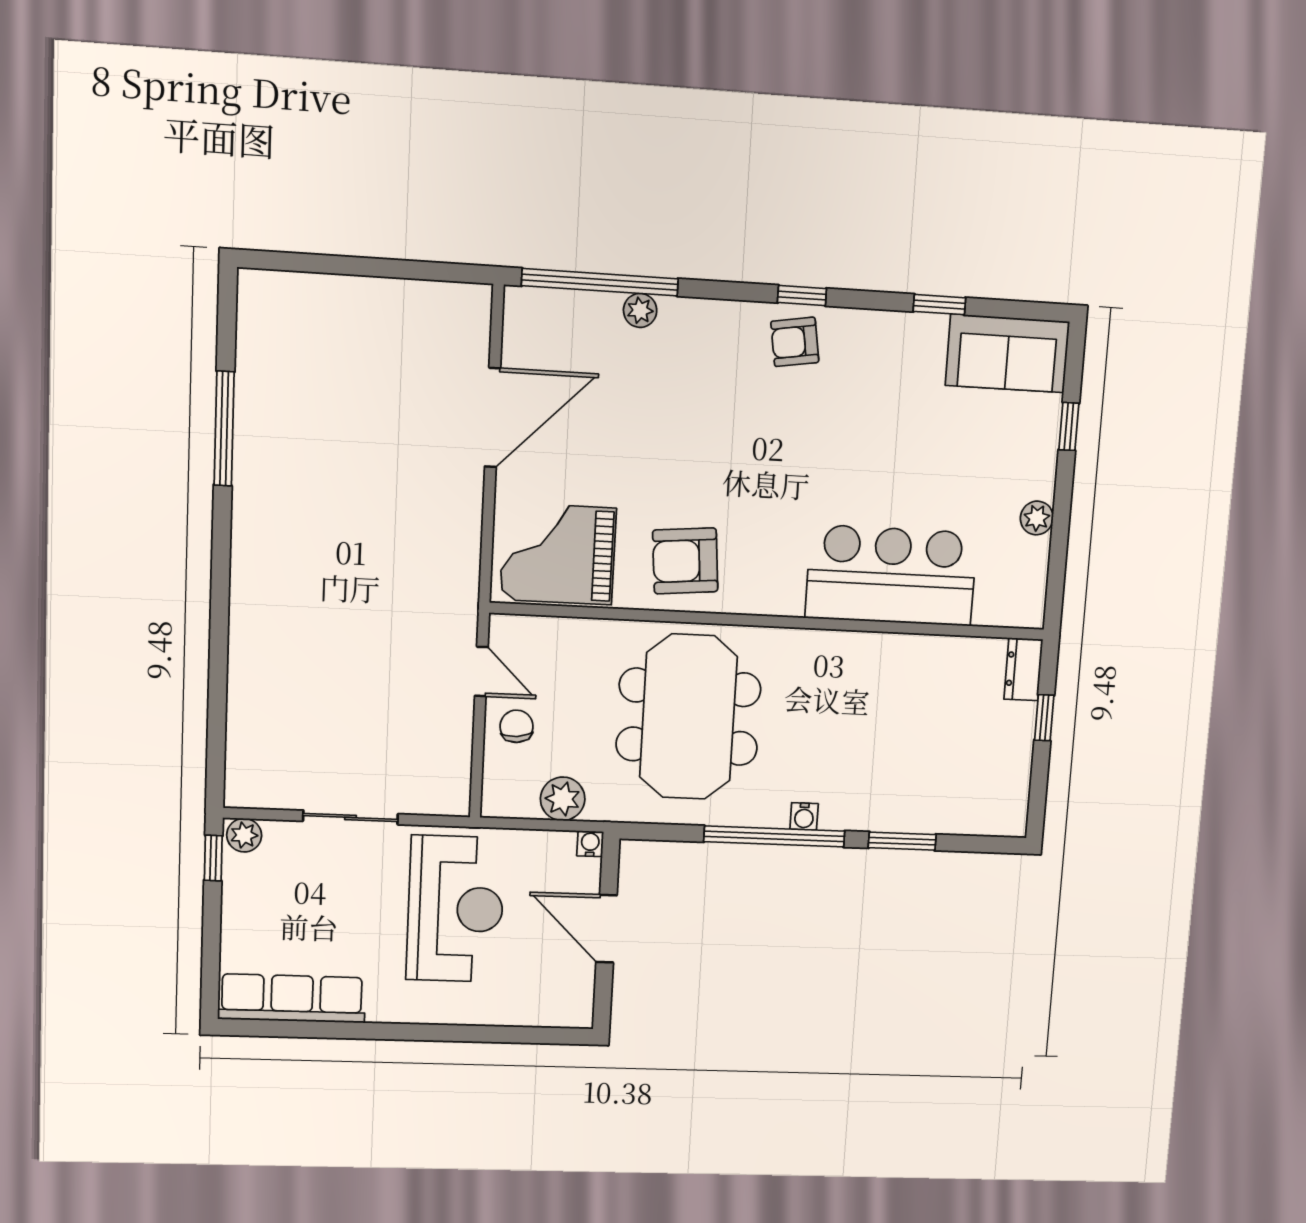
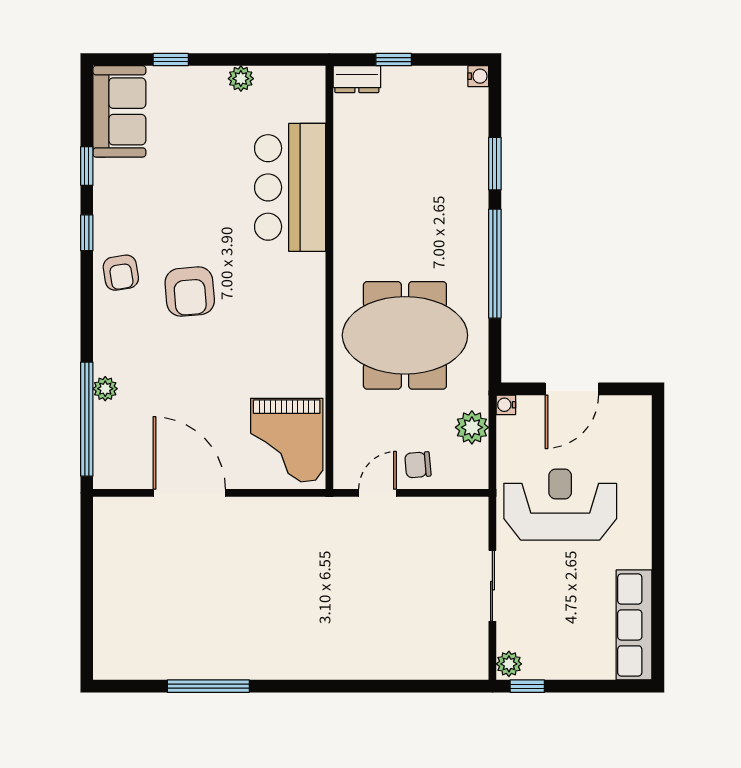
window: (802, 296) -> (87, 233), moved
armchair: (685, 561) -> (190, 292), moved
water cooler: (804, 816) -> (478, 76), moved

